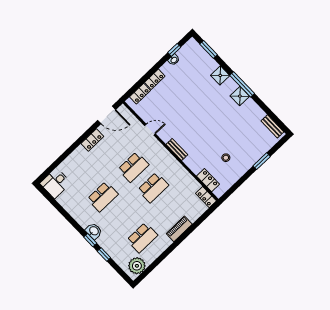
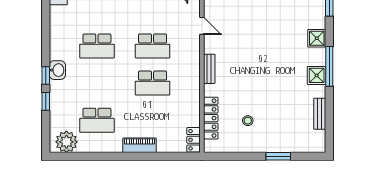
bench: (272, 126) -> (320, 114), moved
locker: (208, 180) -> (211, 118), width x1.53

